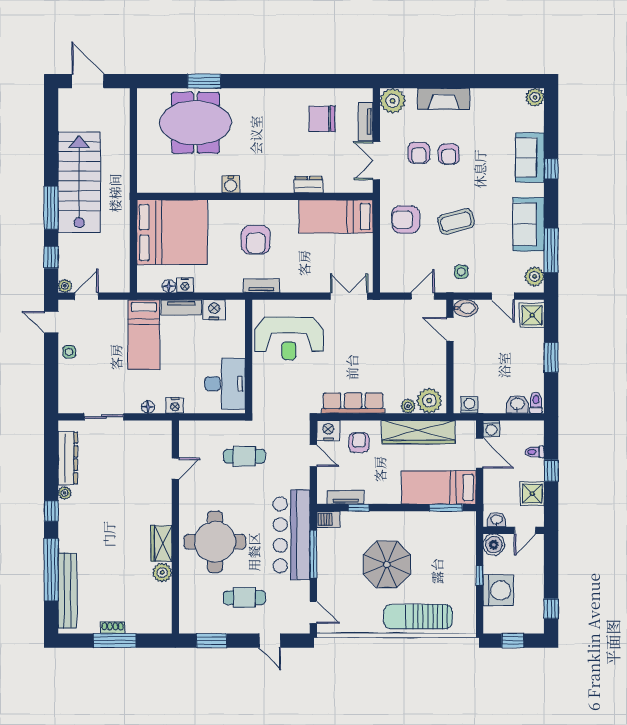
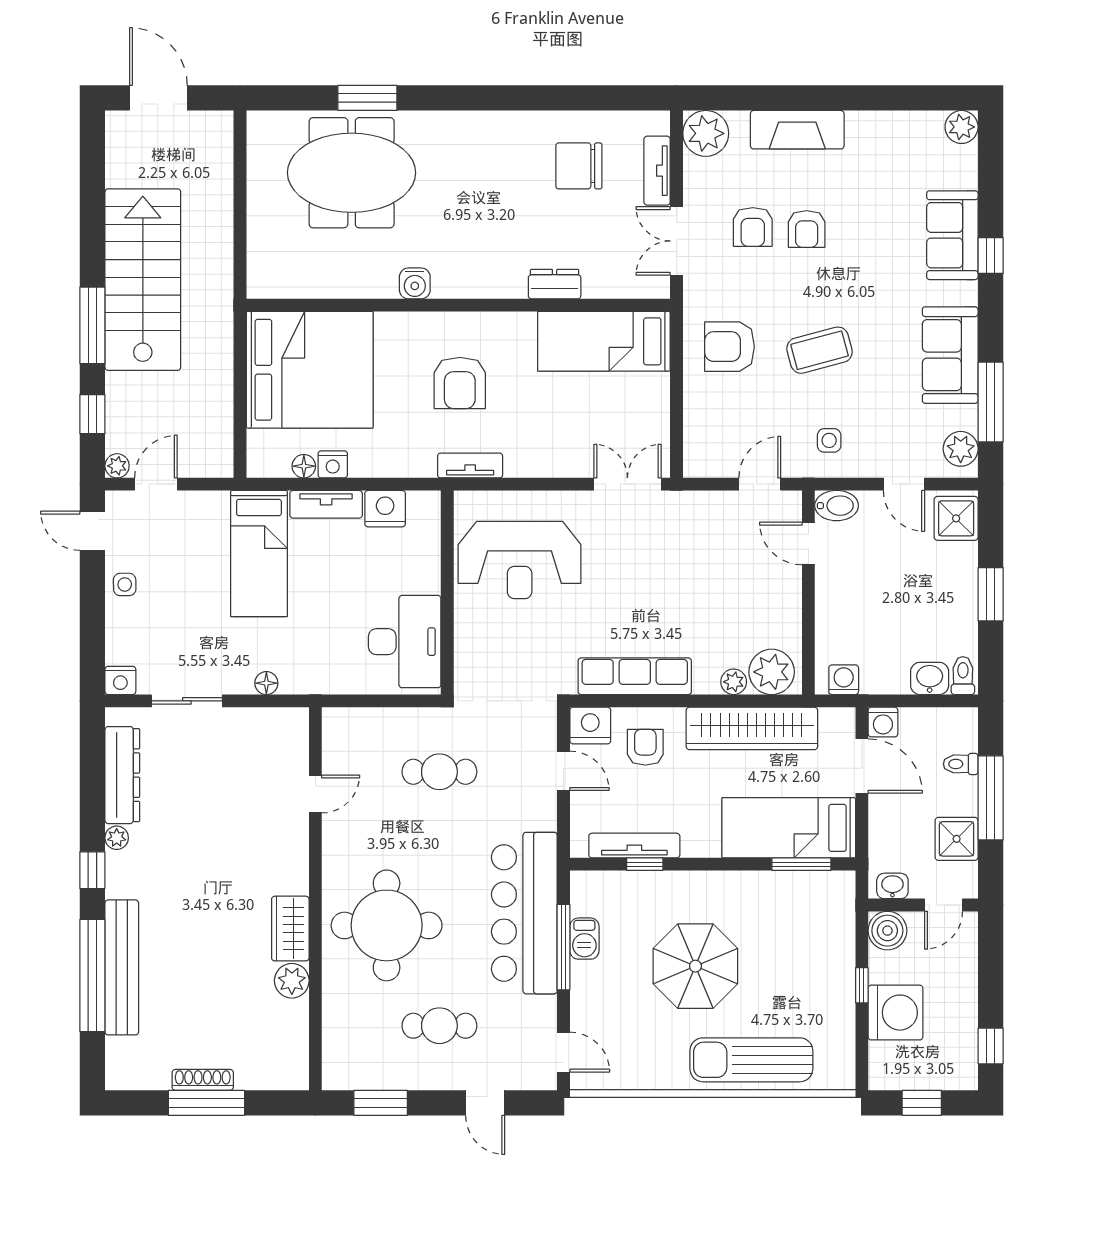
nightstand: (175, 405) -> (120, 680), moved
window: (551, 471) -> (991, 798), width x2.17
tv unit: (345, 497) -> (634, 846), width x1.41
barbecue: (328, 519) -> (584, 939), moved, turned -90
bench: (68, 591) -> (122, 967), moved
shoe rack: (113, 628) -> (203, 1080), width x1.43

